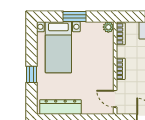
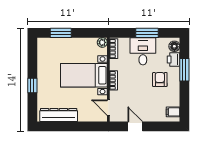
window: (75, 16) -> (61, 33), moved
bed with nightstands: (58, 47) -> (84, 75), moved, turned 90

